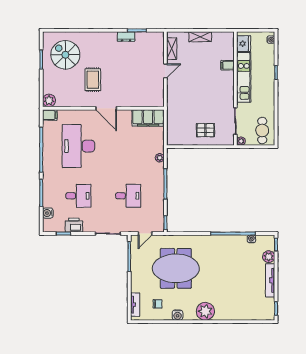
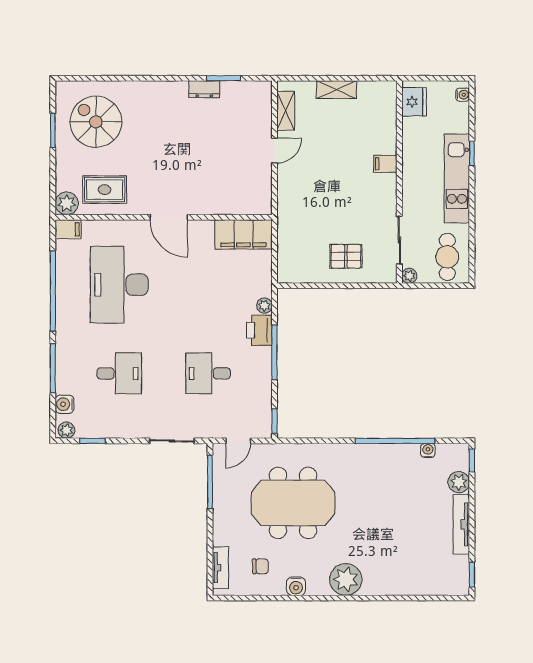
filing cabinet: (228, 65) -> (385, 164), moved
kitchen unit: (244, 77) -> (457, 178), moved, turned 180
rug: (93, 80) -> (105, 190), moved, turned 90
desk: (128, 196) -> (208, 373), turned 180
printer: (74, 225) -> (259, 330), moved, turned -90
plant: (49, 228) -> (66, 430), added

